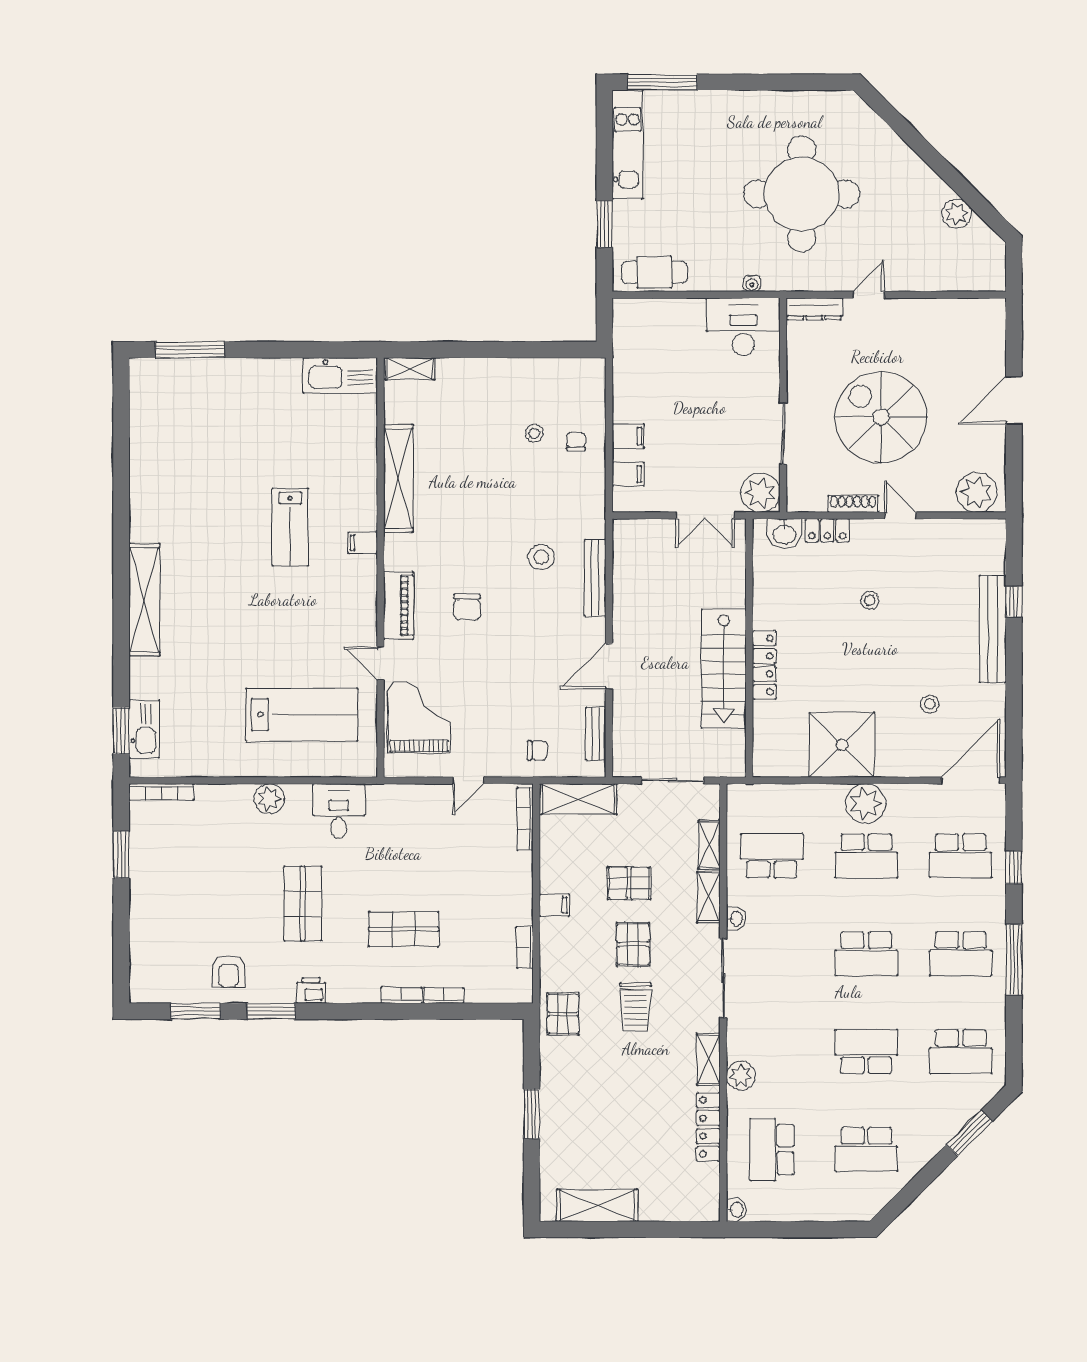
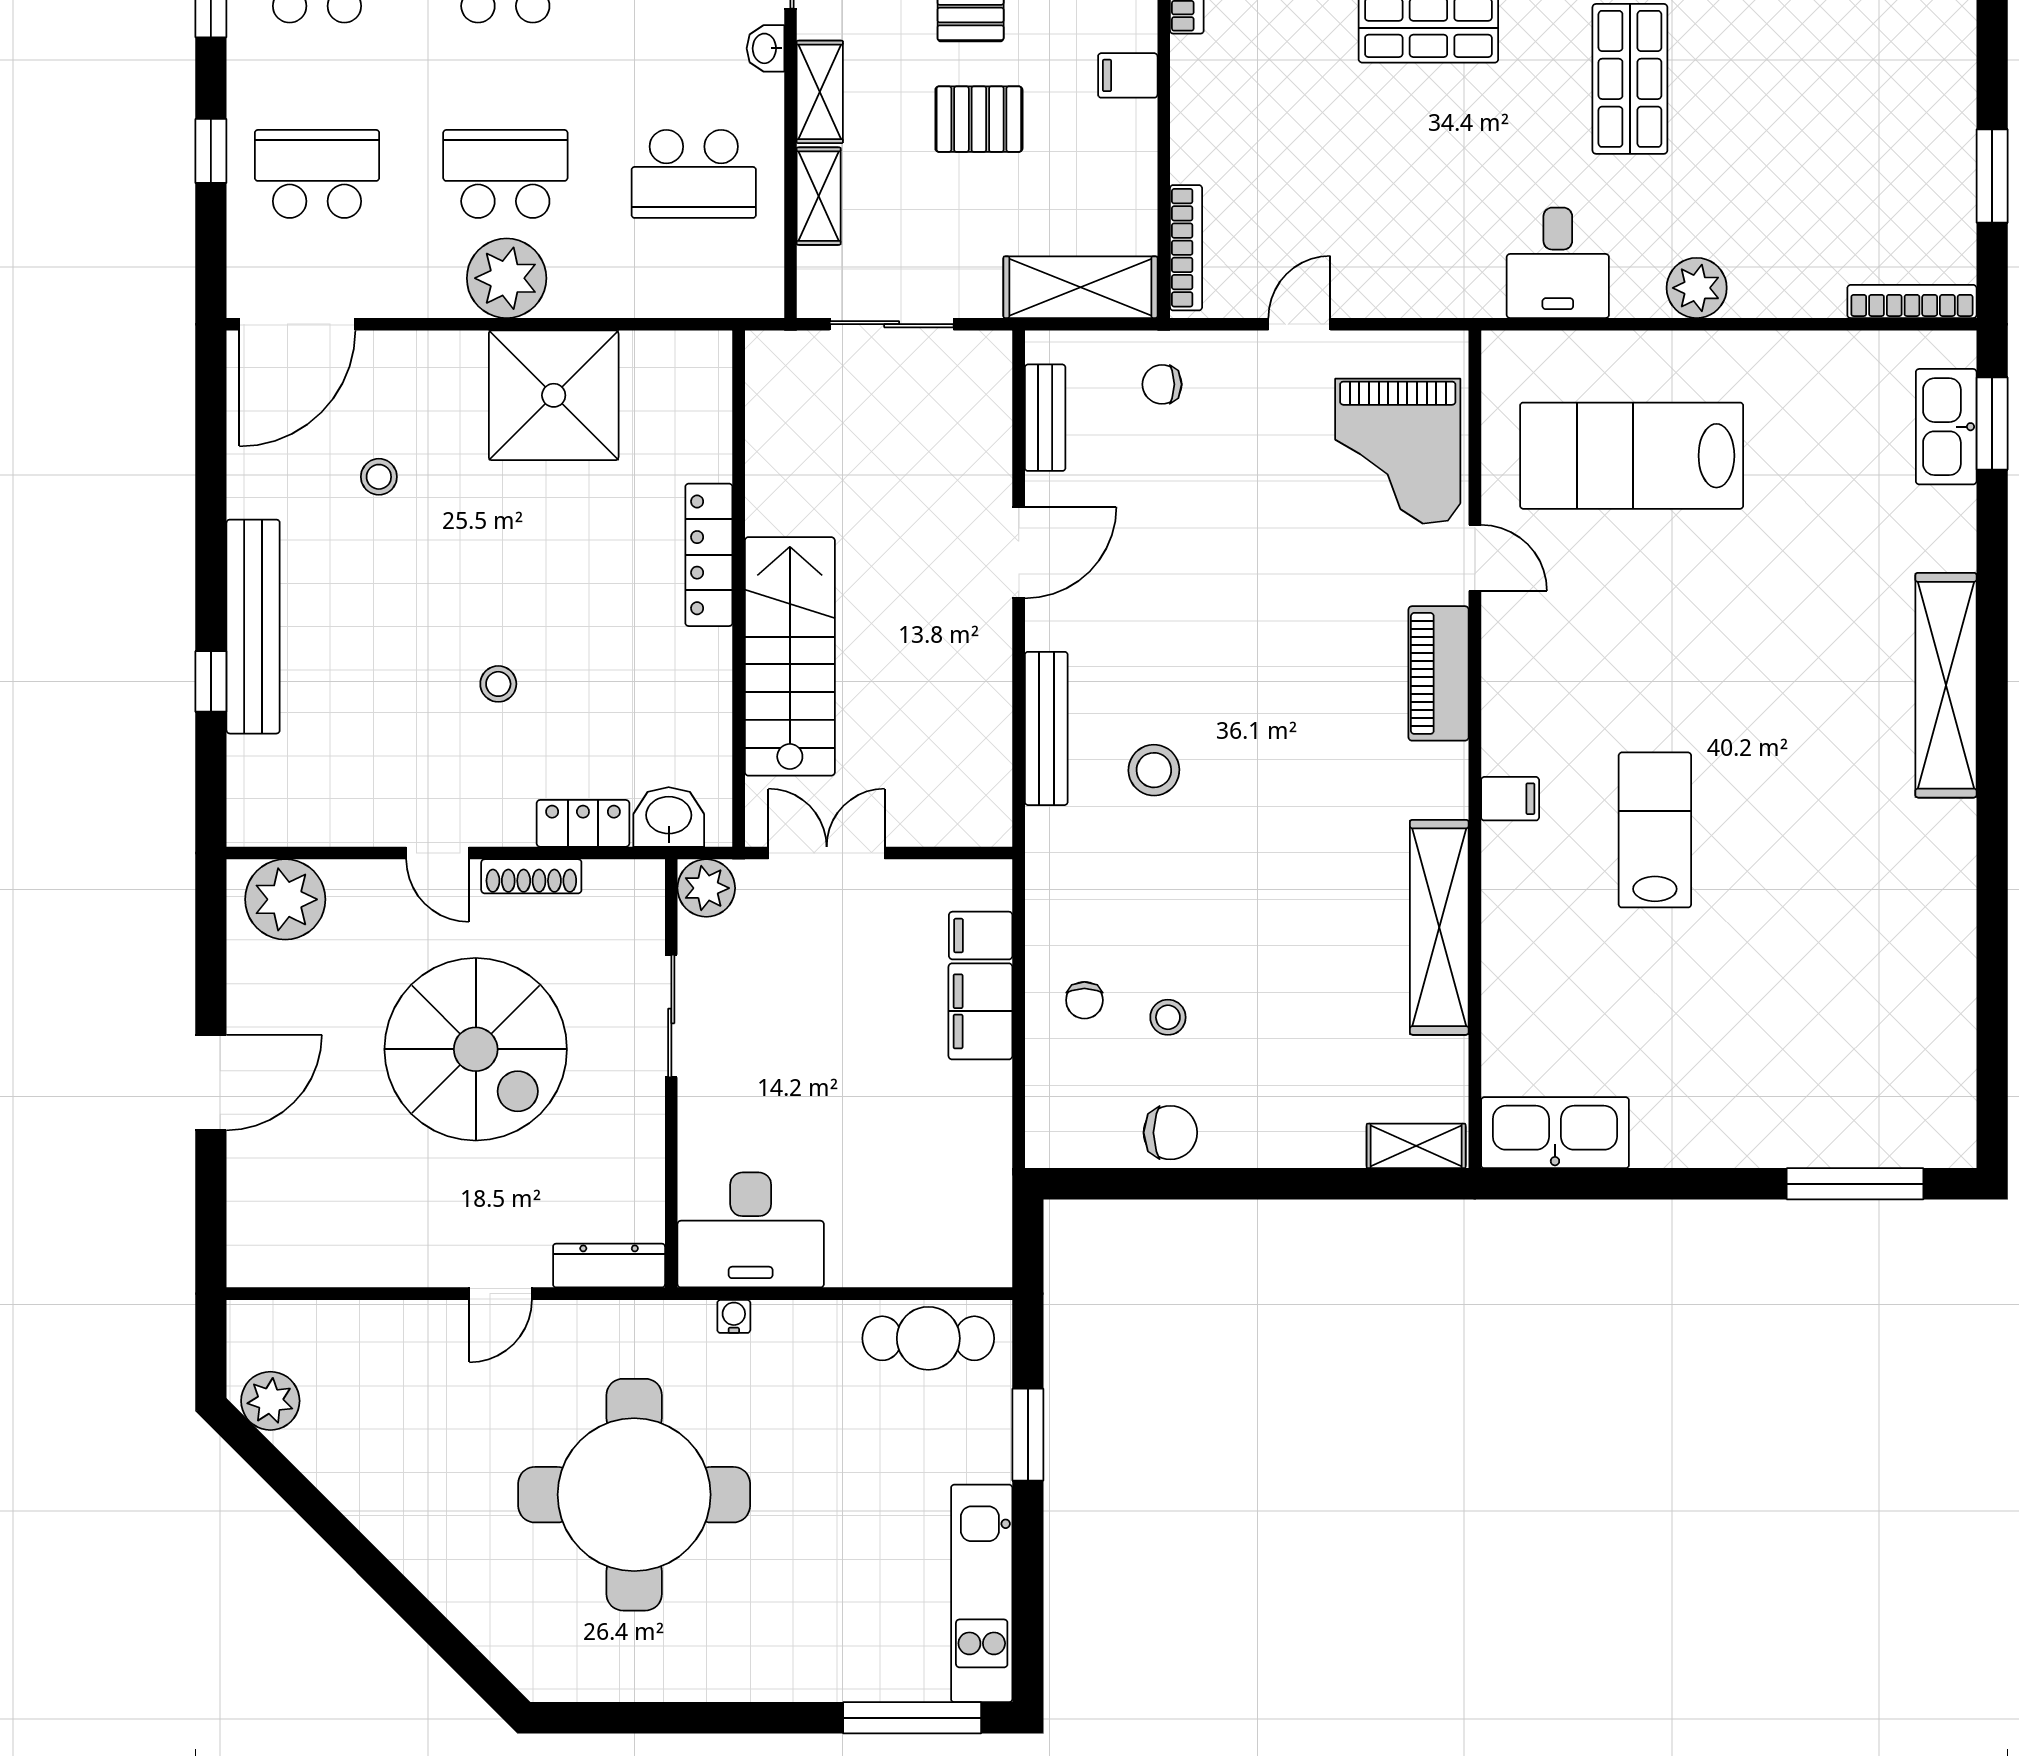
plant: (957, 214) -> (270, 1401), moved
filing cabinet: (628, 436) -> (980, 1011), width x2.00
plant: (760, 493) -> (706, 888), width x0.73, depth x0.73
chair: (467, 607) -> (1170, 1133), moved, turned 90
stairs: (724, 668) -> (790, 656), moved

